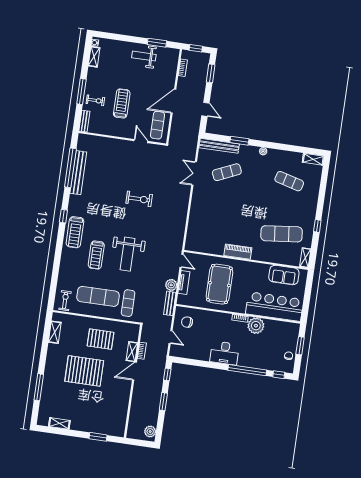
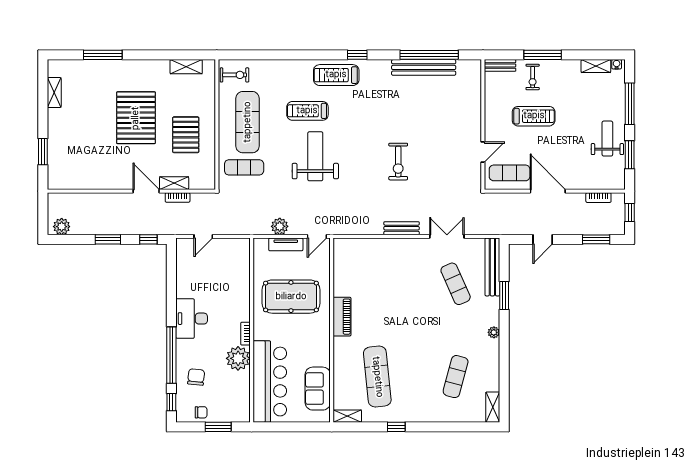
window: (123, 38) -> (630, 104), added
weight bench: (128, 254) -> (315, 156), turned 90
bench: (170, 303) -> (402, 228), moved
chair: (187, 322) -> (196, 377), moved

